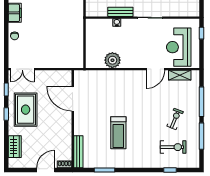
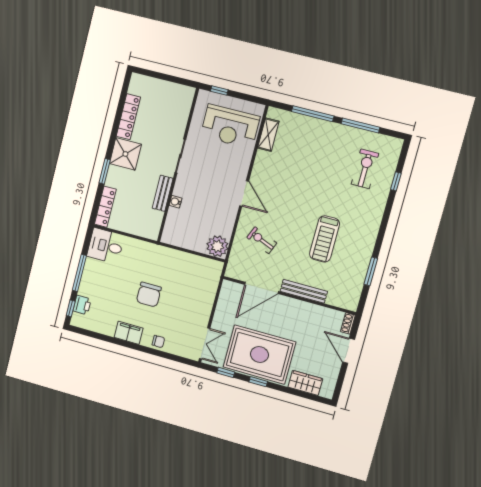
chair: (46, 20) -> (149, 295), added
plant: (112, 60) -> (217, 246), moved
door: (155, 69) -> (244, 193), moved
rug: (26, 110) -> (259, 355), width x1.37, depth x1.44
exercise bike: (175, 119) -> (262, 240), moved
treadmill: (118, 133) -> (325, 239), turned 90
bench: (78, 152) -> (304, 291), moved

